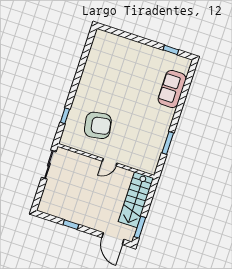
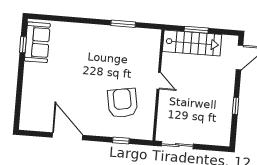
door: (80, 70) -> (68, 136), added
sofa: (172, 89) -> (37, 42), moved, turned -90
window: (140, 227) -> (196, 30), moved

